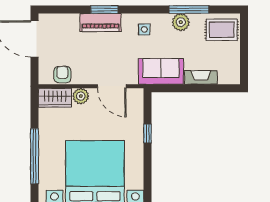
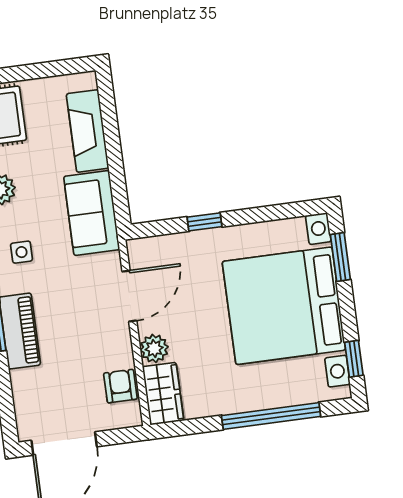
armchair: (62, 75) -> (120, 386), turned 90
fireplace: (201, 77) -> (88, 131), width x1.37, depth x1.32

